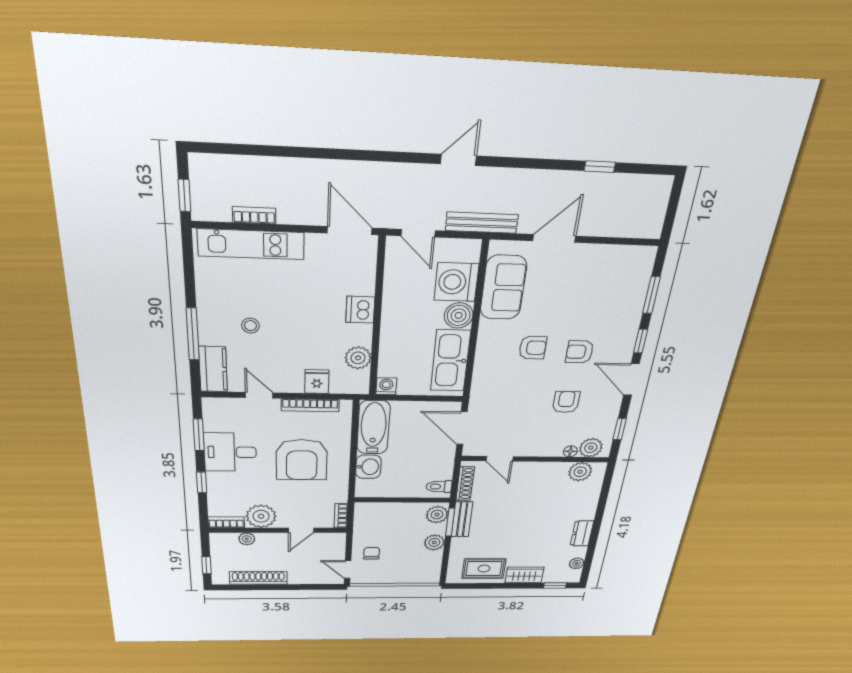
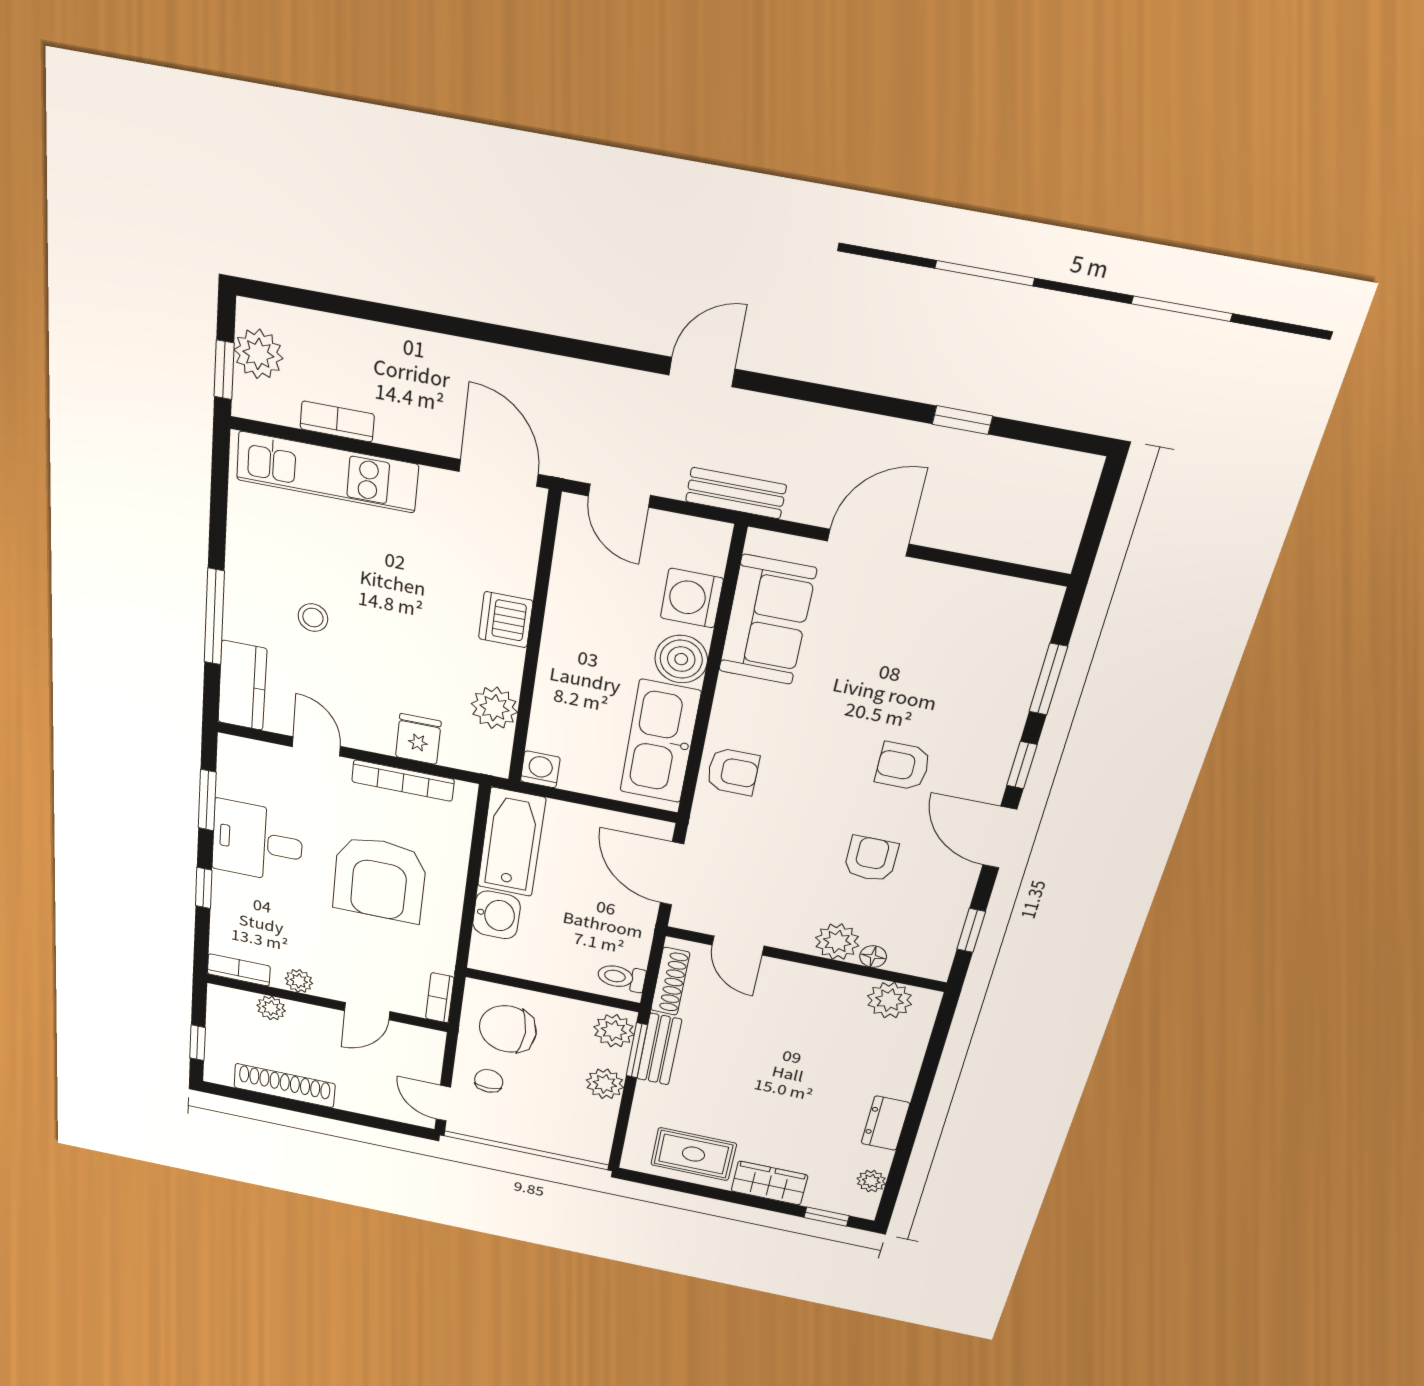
plant: (204, 184) -> (258, 354), added
bench: (482, 223) -> (736, 493), width x0.73
washing machine: (456, 282) -> (692, 598), width x0.73, depth x0.73
armchair: (533, 348) -> (733, 772), moved
plant: (591, 448) -> (837, 942), moved
plant: (261, 516) -> (299, 981), width x0.53, depth x0.53
chair: (380, 525) -> (508, 1029), added

